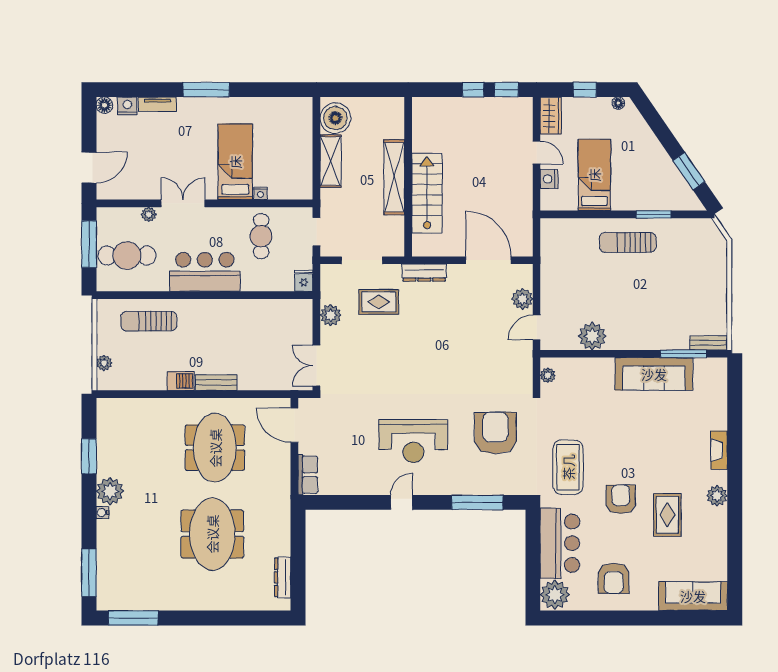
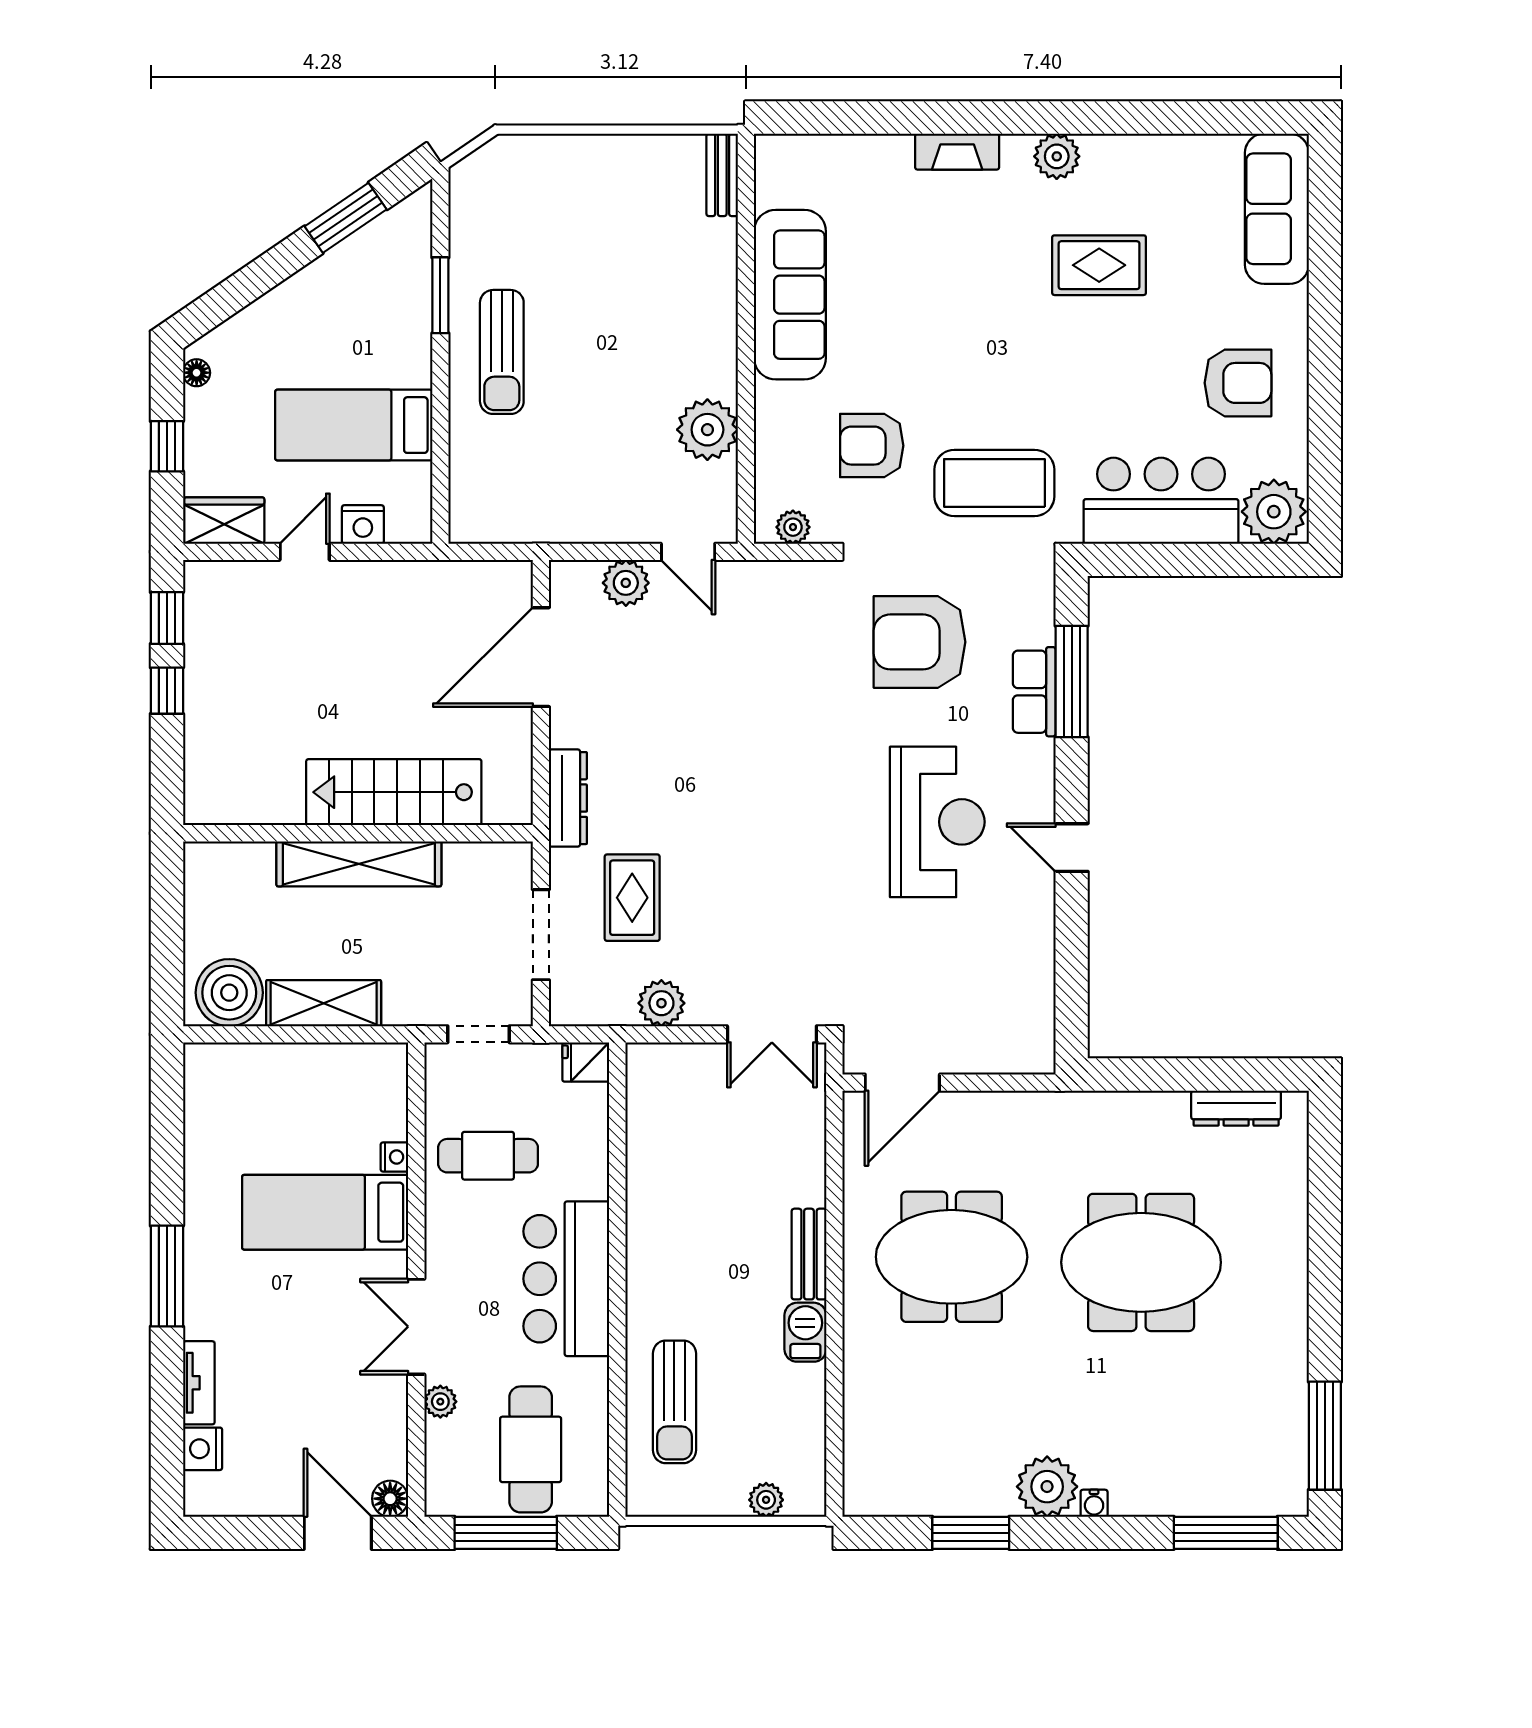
floor lamp: (105, 105) -> (390, 1499), moved
window: (684, 354) -> (746, 230), removed
row of seats: (308, 475) -> (1034, 692), moved, turned -90
armchair: (621, 499) -> (872, 446), moved

